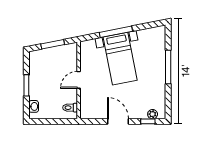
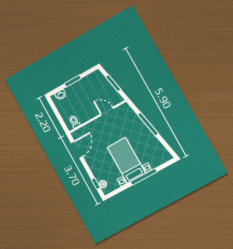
bed with nightstands: (120, 59) -> (126, 160), moved, turned 101
door: (79, 80) -> (107, 111), moved
door: (118, 121) -> (77, 150), moved

